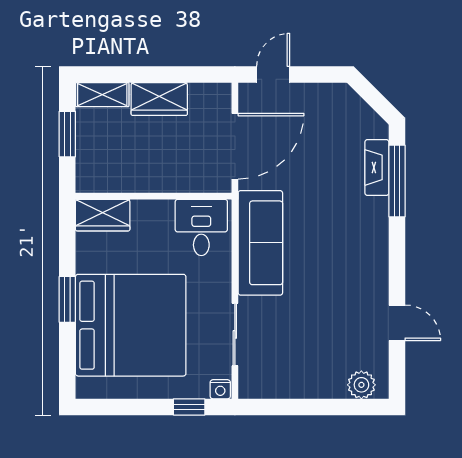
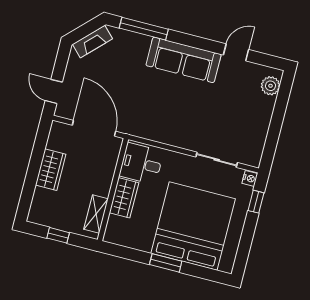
shelving: (102, 95) -> (96, 214), moved
window: (67, 134) -> (58, 235), width x0.67
fireplace: (377, 167) -> (93, 42), moved, turned -45
wardrobe: (103, 215) -> (124, 198), moved
sofa: (260, 243) -> (184, 60), moved, turned 180

